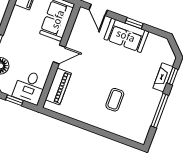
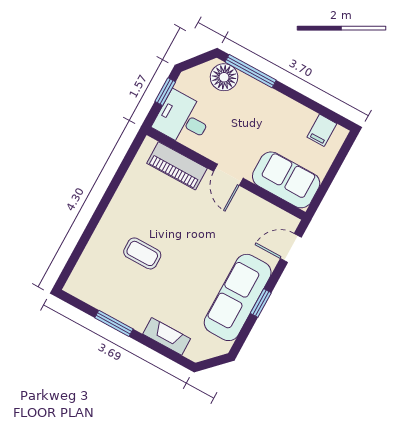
sofa: (126, 35) -> (238, 297), width x1.36
window: (172, 76) -> (166, 352), removed
window: (160, 111) -> (114, 323), width x0.69

